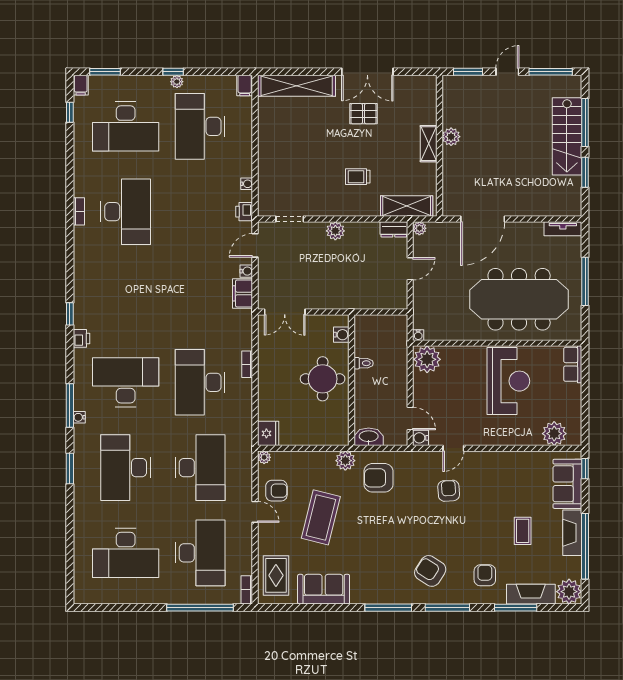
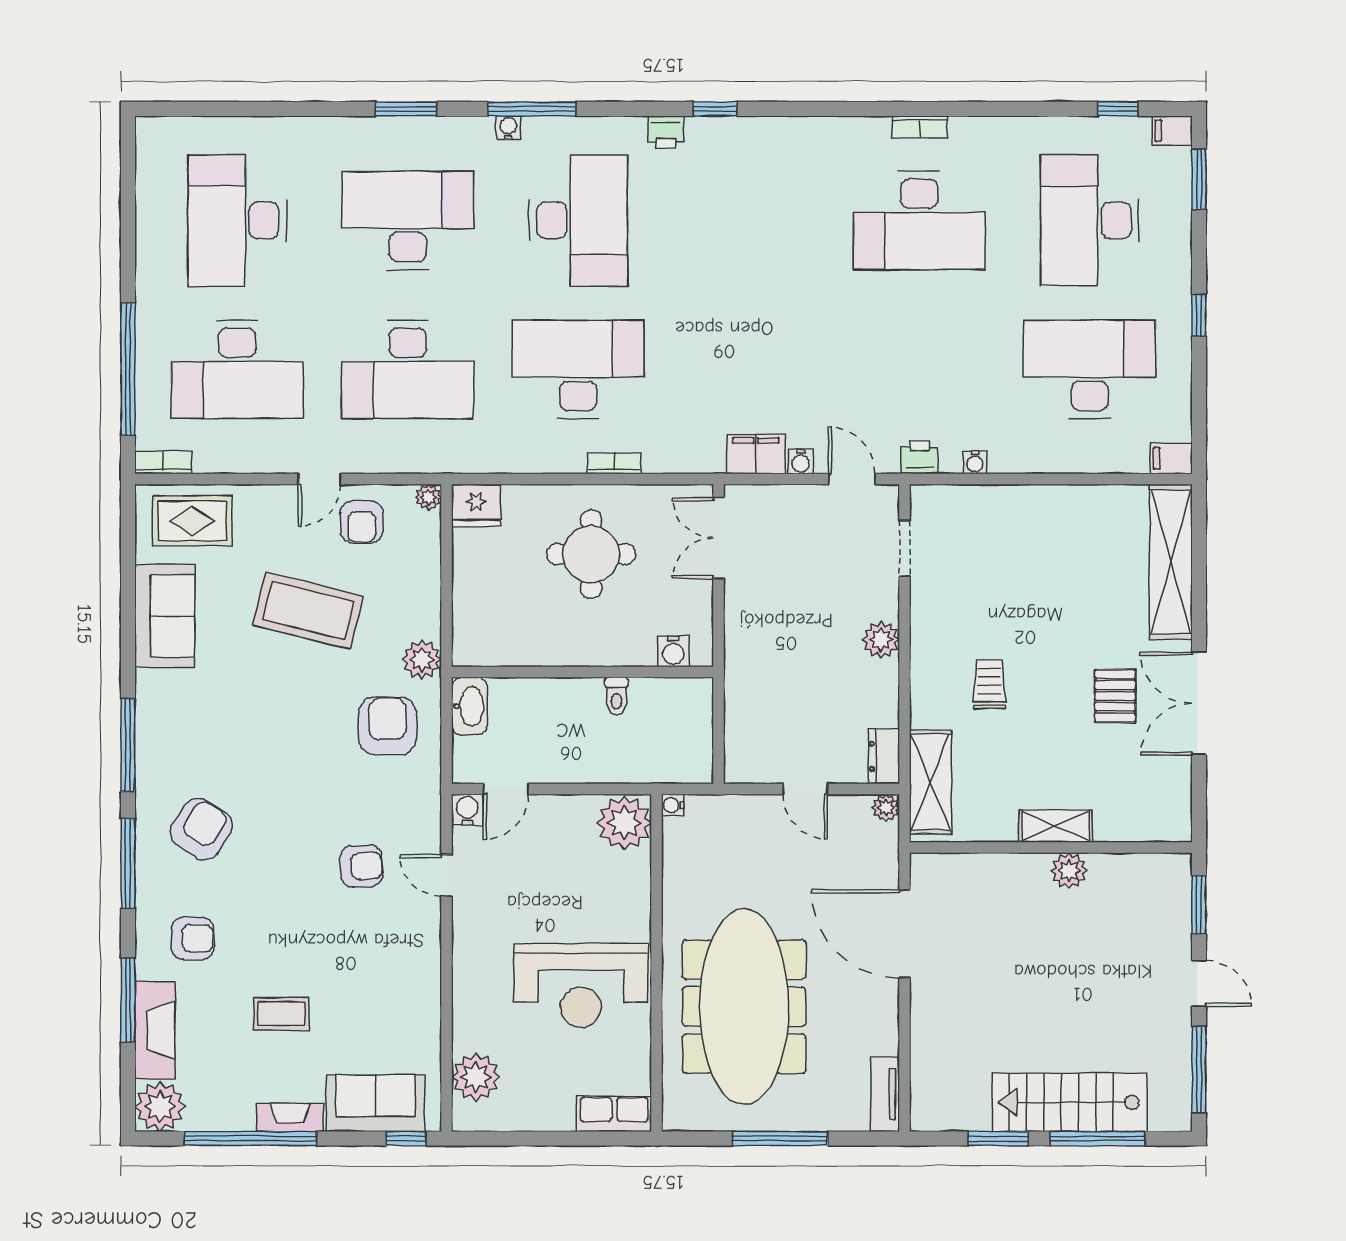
plant: (177, 82) -> (1179, 323), removed
round table: (323, 379) -> (591, 554), moved
fireplace: (572, 533) -> (290, 1117), width x0.73, depth x0.76

